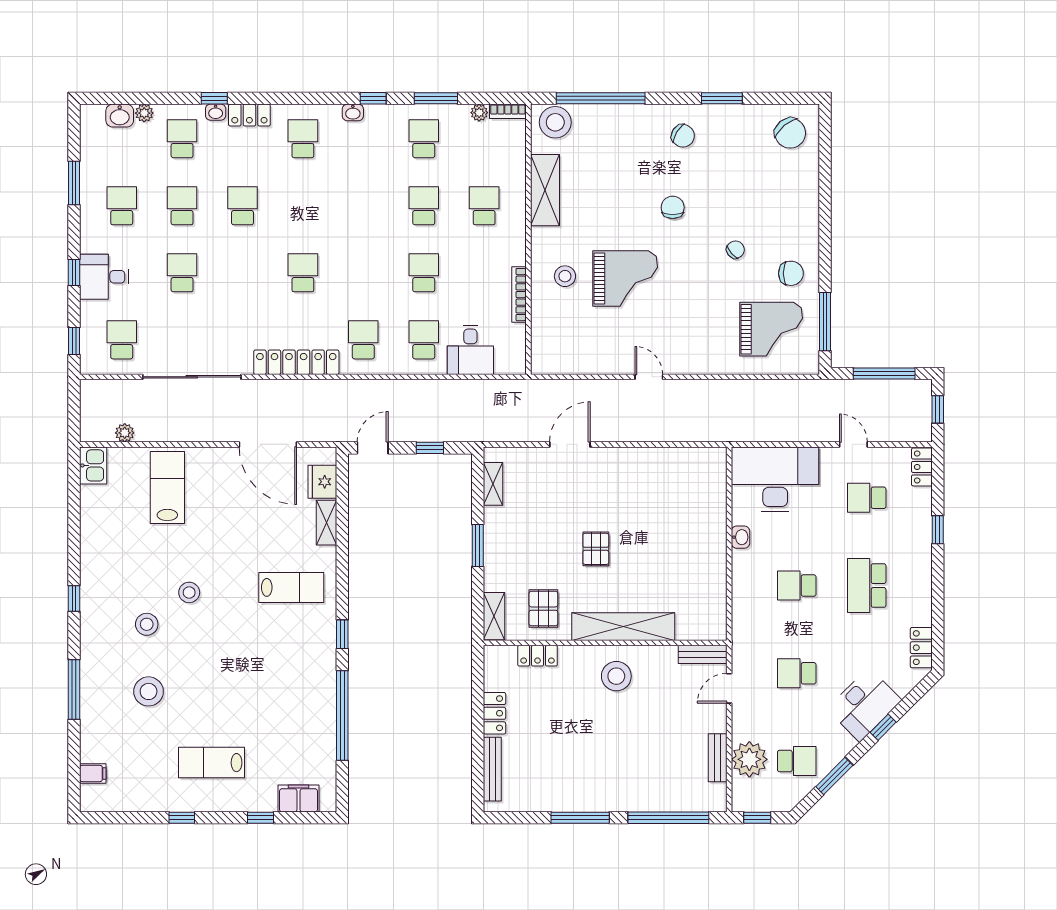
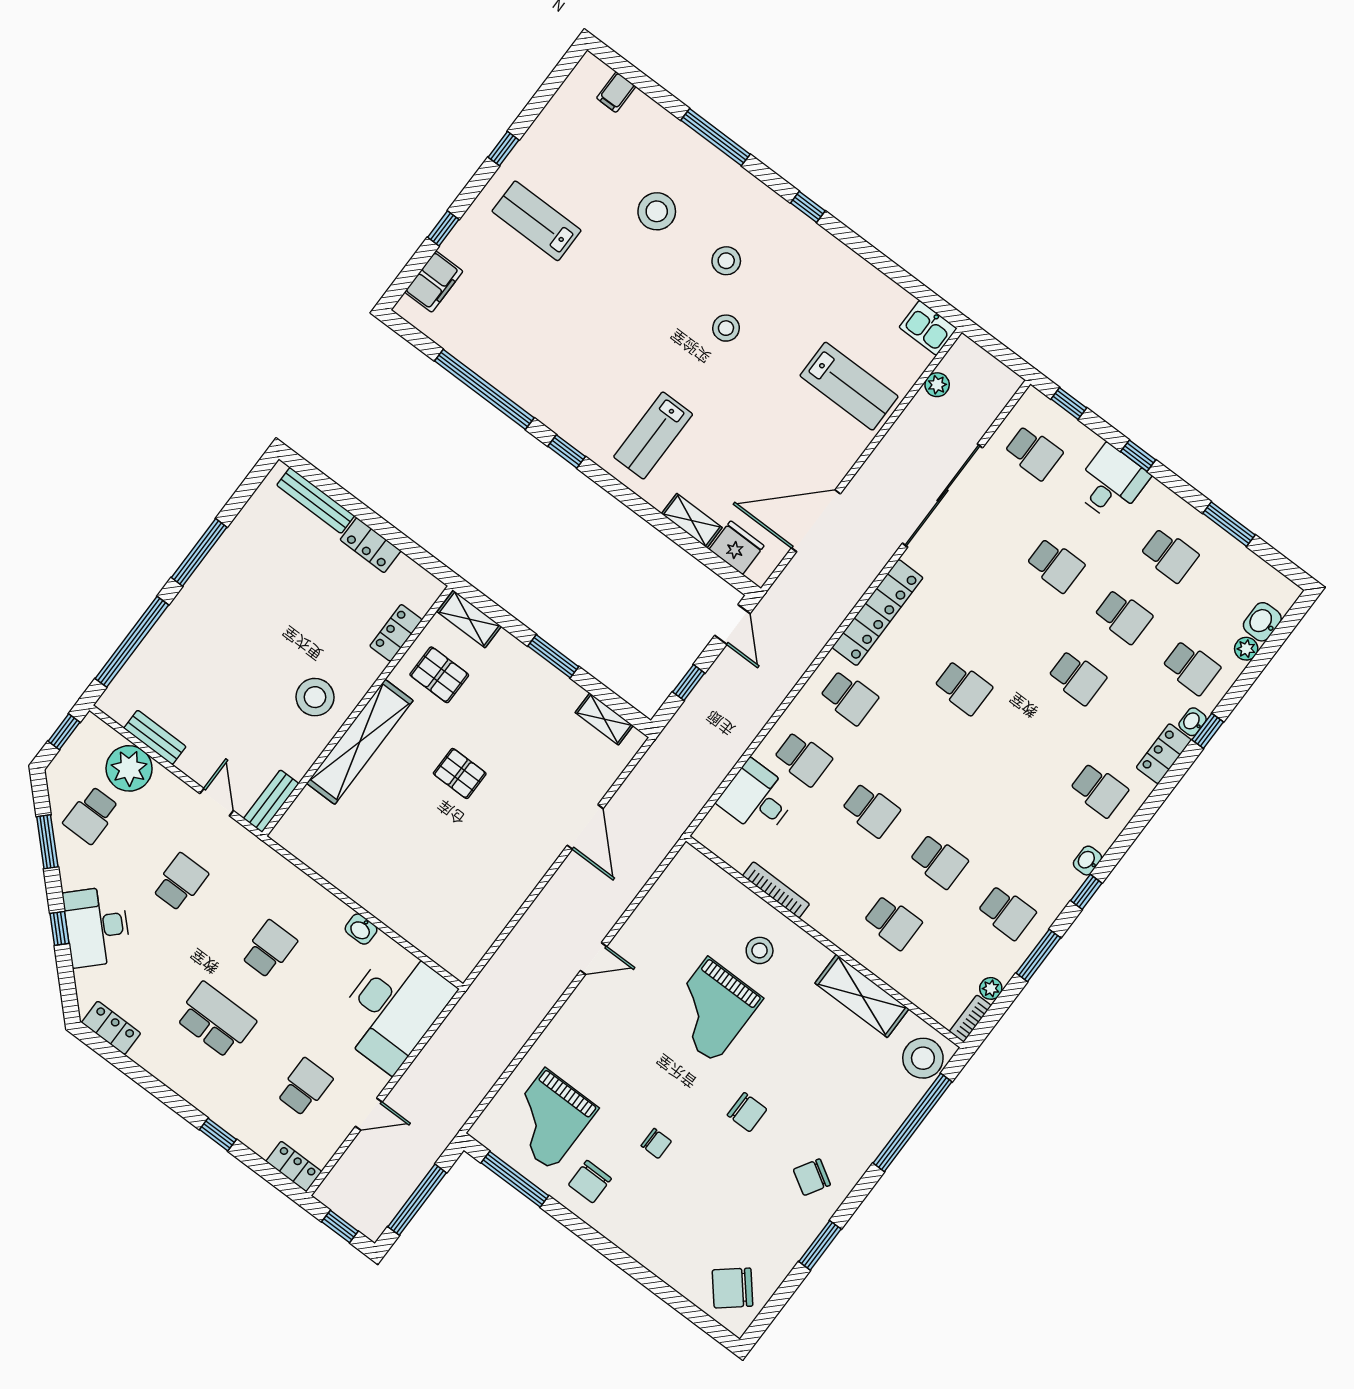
chair: (735, 250) -> (656, 1143), turned -50
lab bench: (212, 763) -> (537, 221), turned -90

